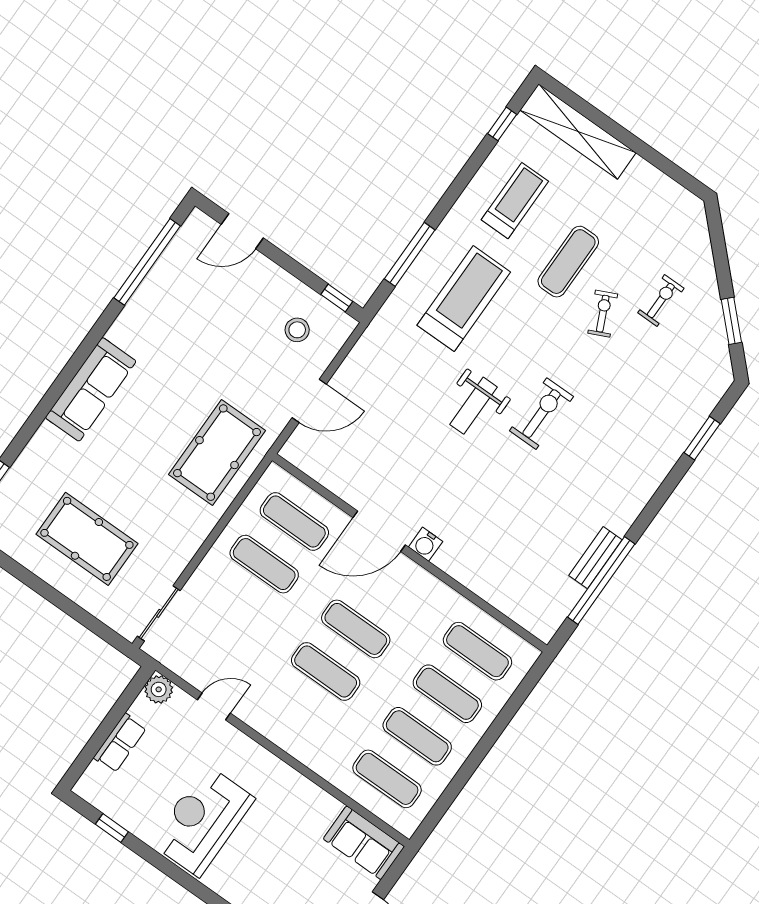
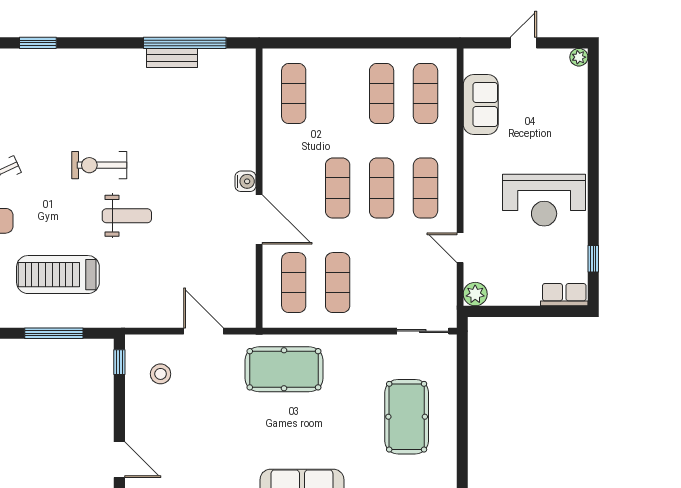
exercise mat: (447, 694) -> (426, 188), moved
row of seats: (120, 743) -> (564, 295), moved
sofa: (364, 843) -> (481, 105), moved

